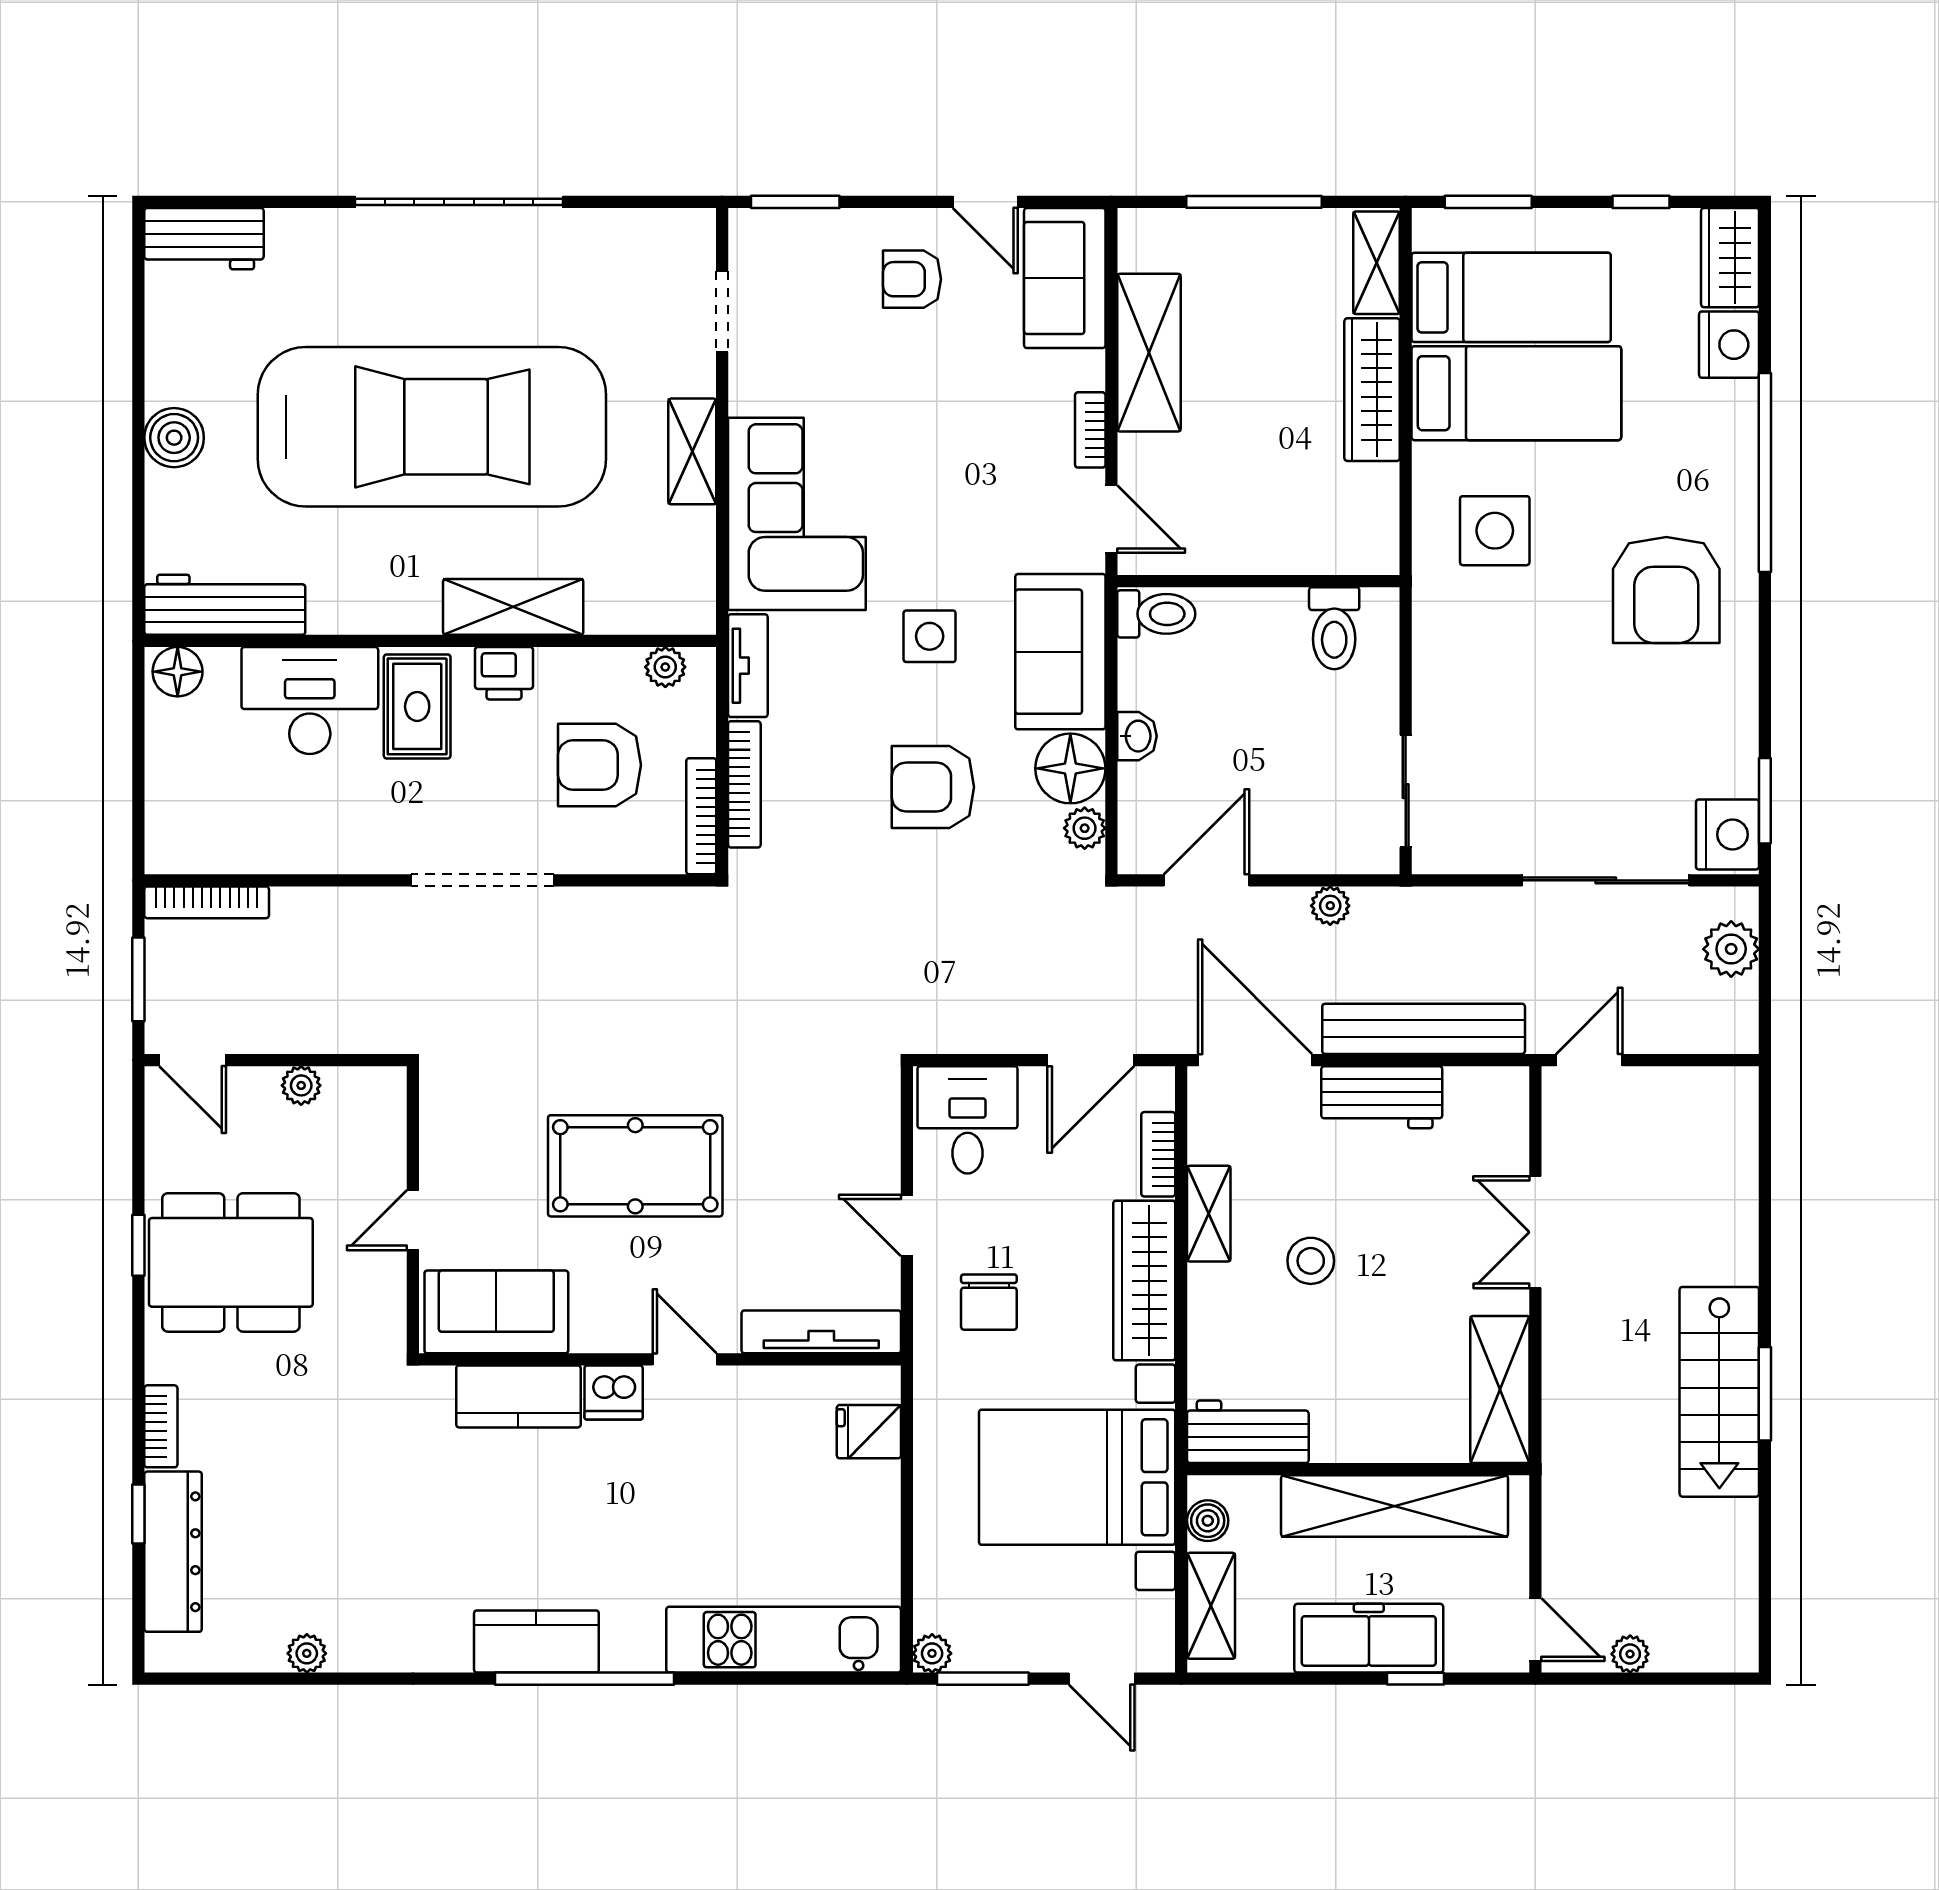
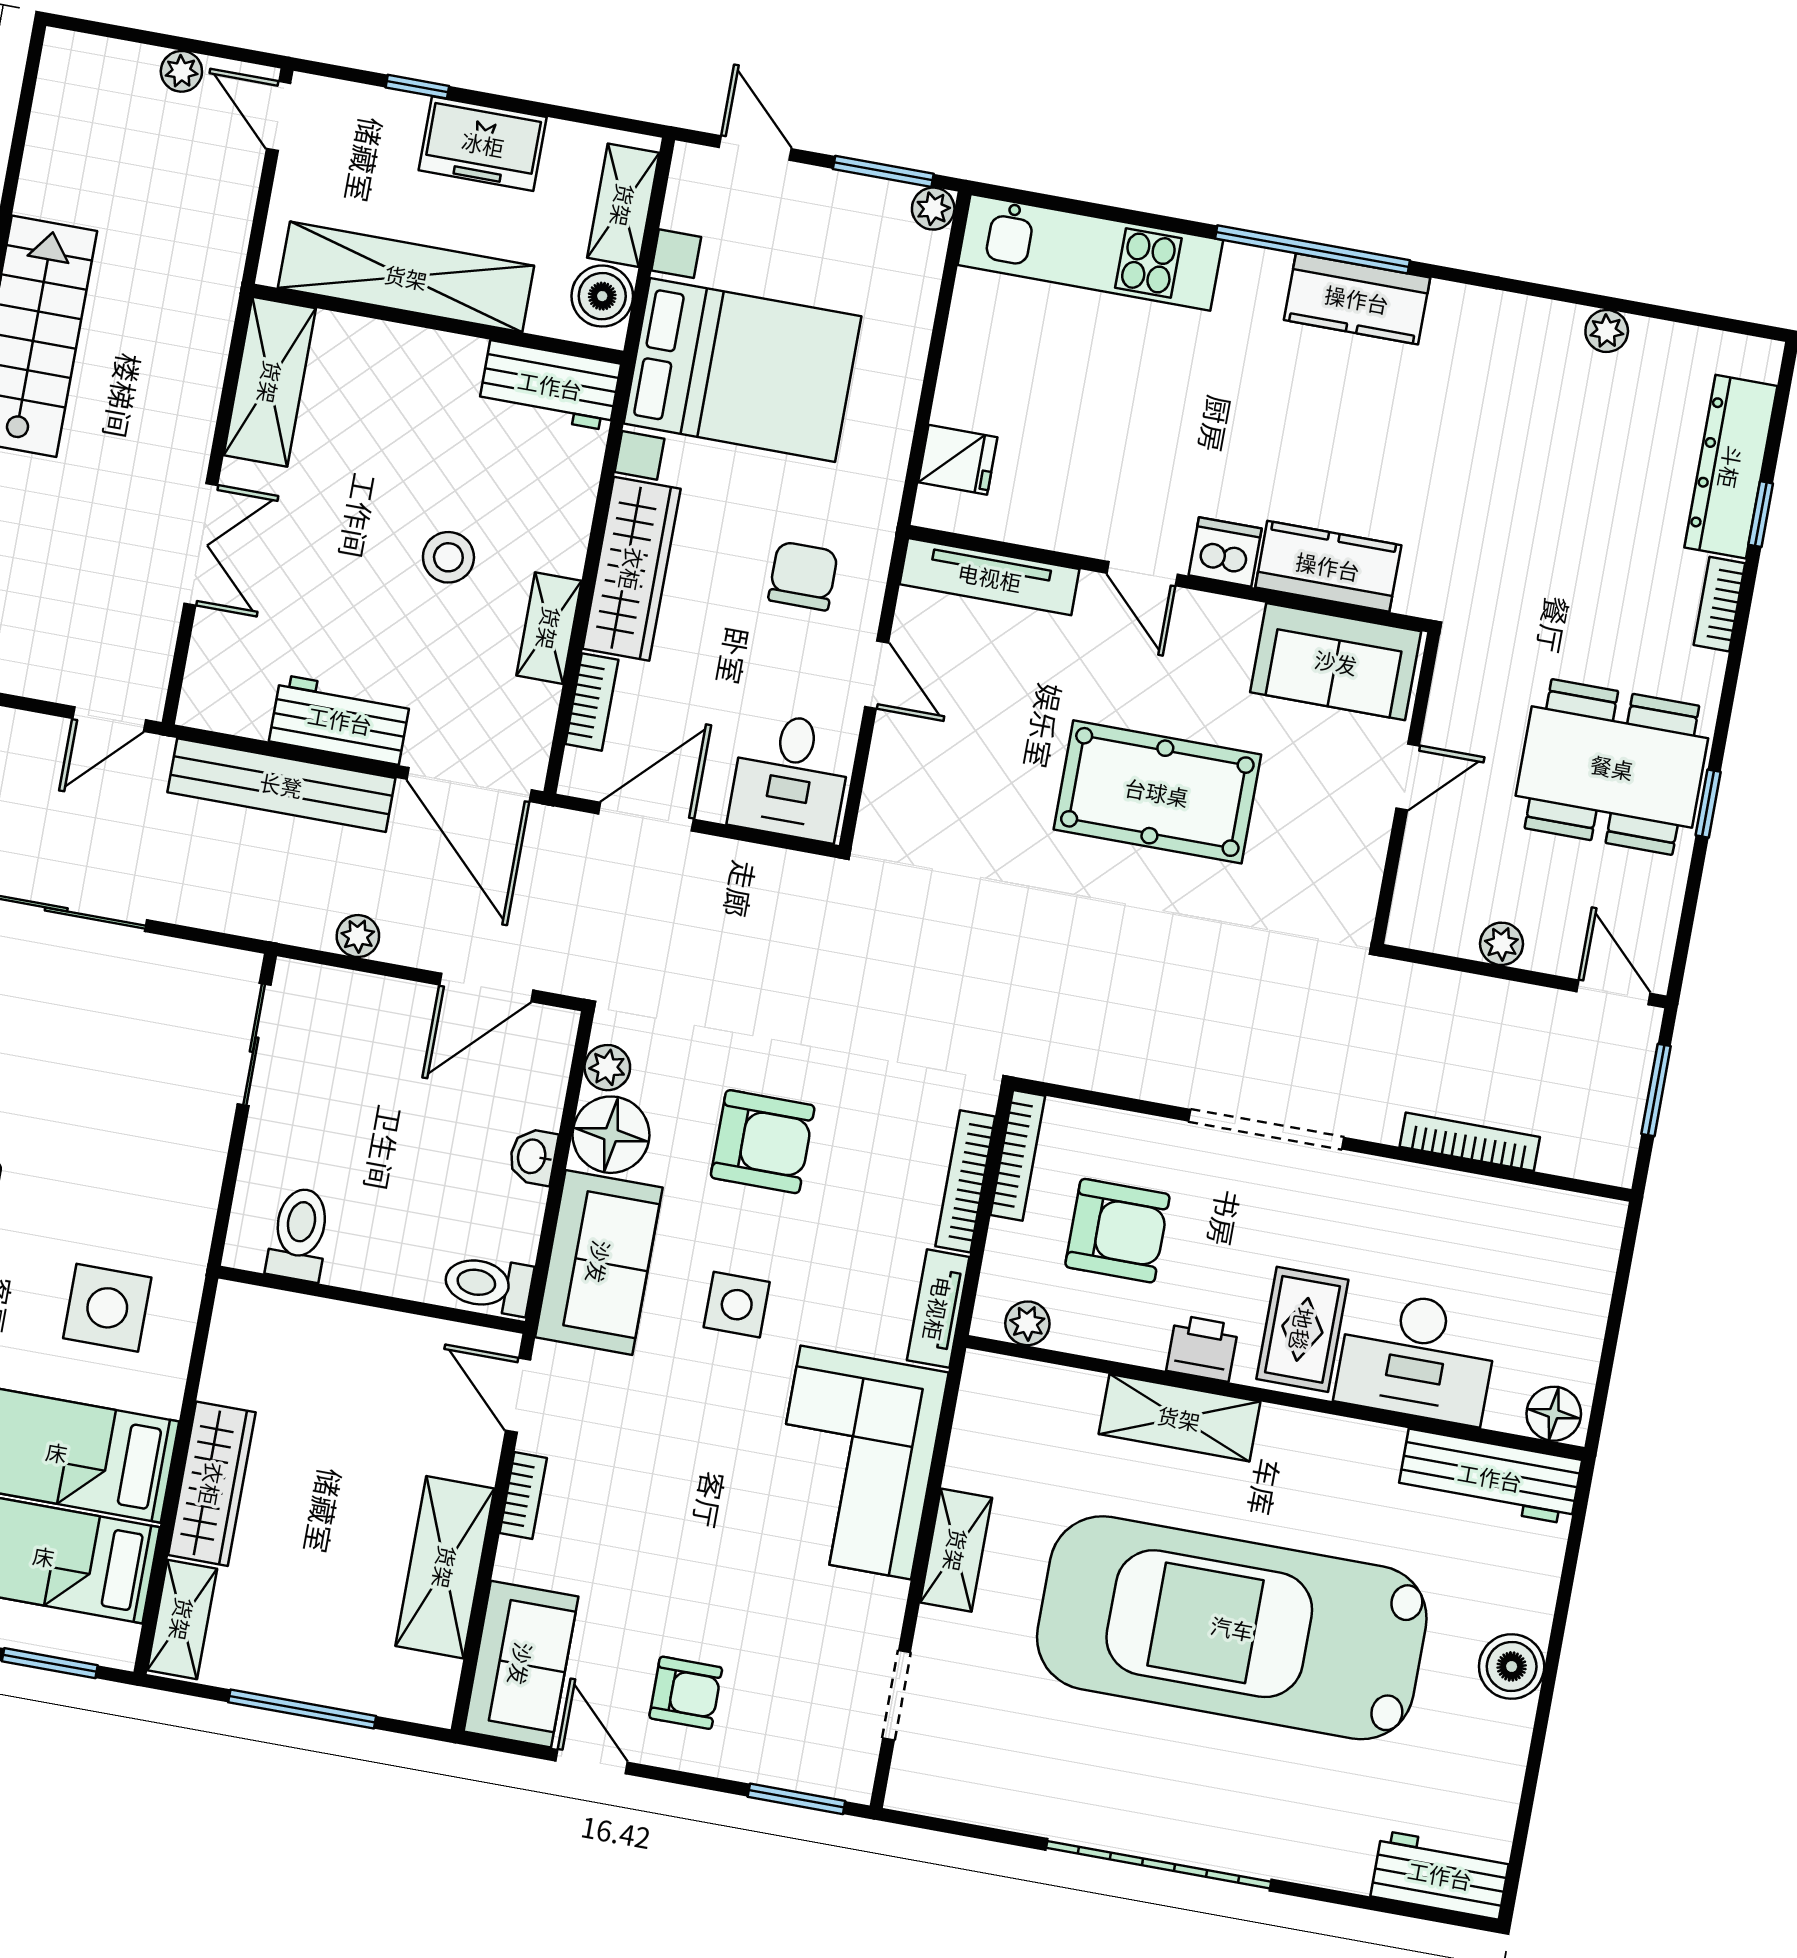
bookcase: (207, 902) -> (1470, 1142), moved
boiler: (1208, 1521) -> (602, 296), width x1.36, depth x1.36
freezer: (1369, 1638) -> (483, 144), width x0.71

